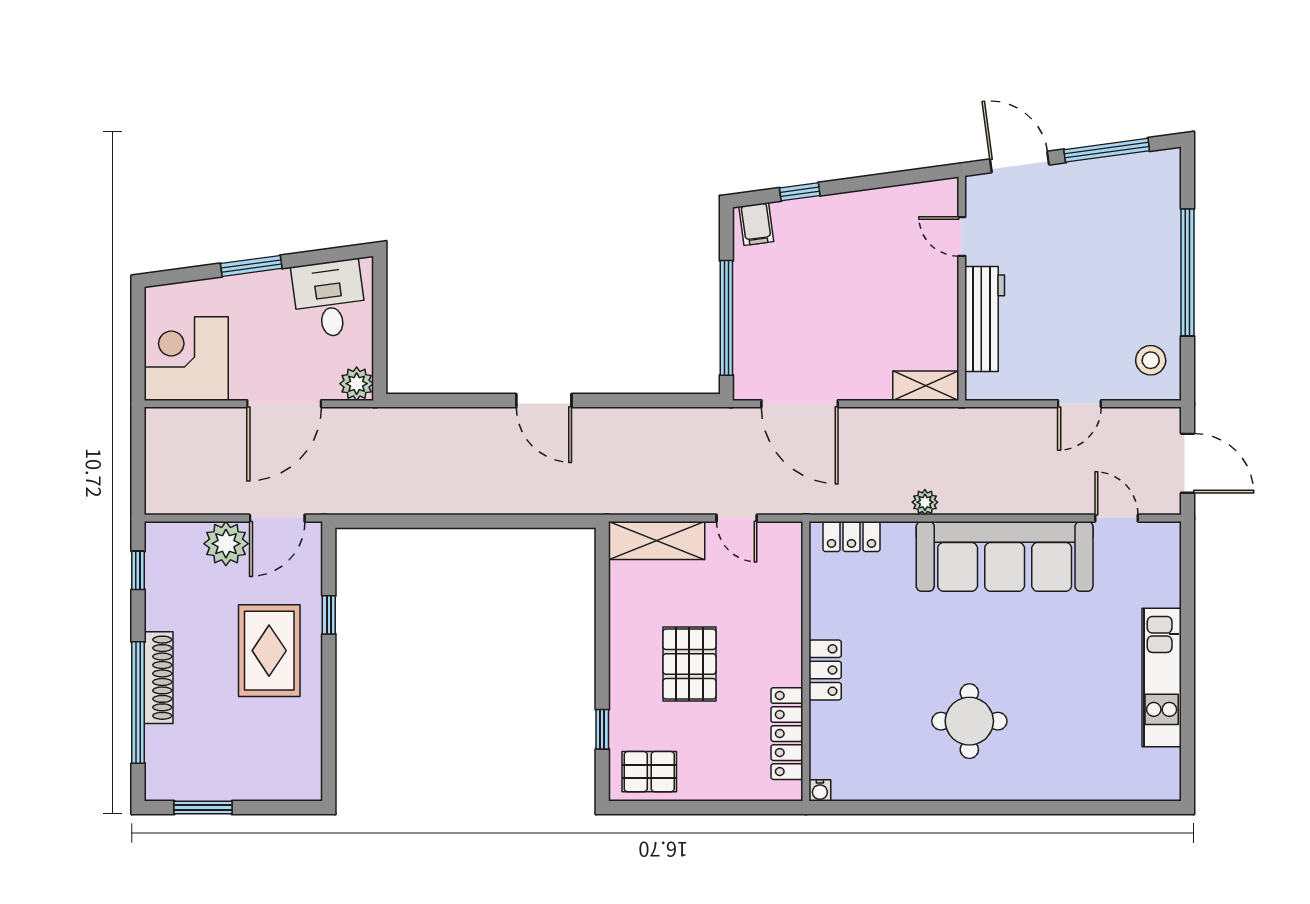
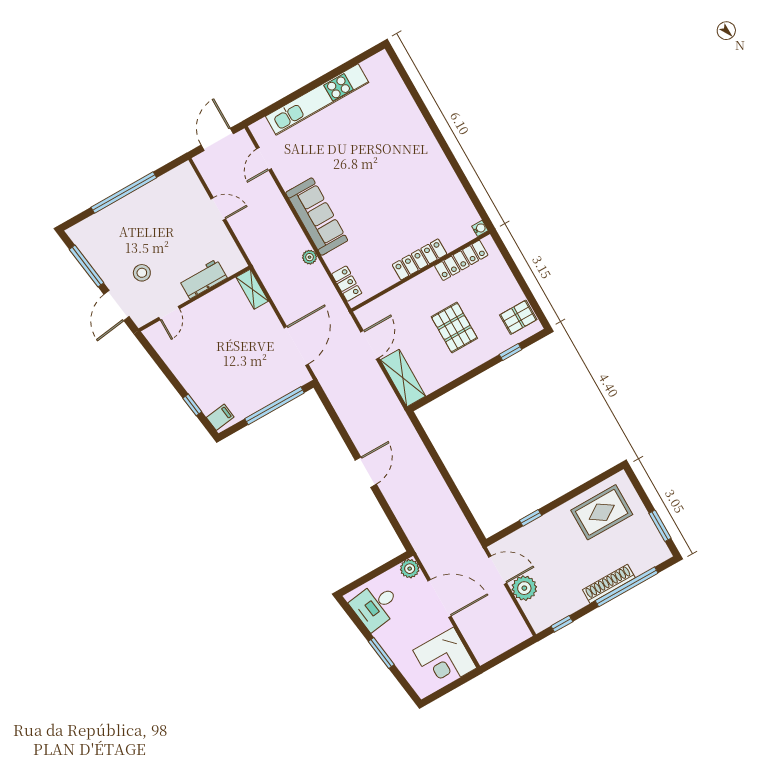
workbench: (985, 319) -> (203, 279), width x0.73
stool: (1151, 360) -> (142, 273), moved
door: (737, 518) -> (370, 345), width x1.38
sofa: (1005, 556) -> (317, 217), width x0.74, depth x0.79
rug: (269, 651) -> (602, 512), moved
pallet: (689, 664) -> (454, 328), turned 90
locker: (825, 670) -> (420, 259), width x1.53
kitchen unit: (1162, 678) -> (317, 99), width x1.36
round table: (969, 721) -> (404, 174), removed
pallet: (649, 772) -> (518, 317), turned 90

